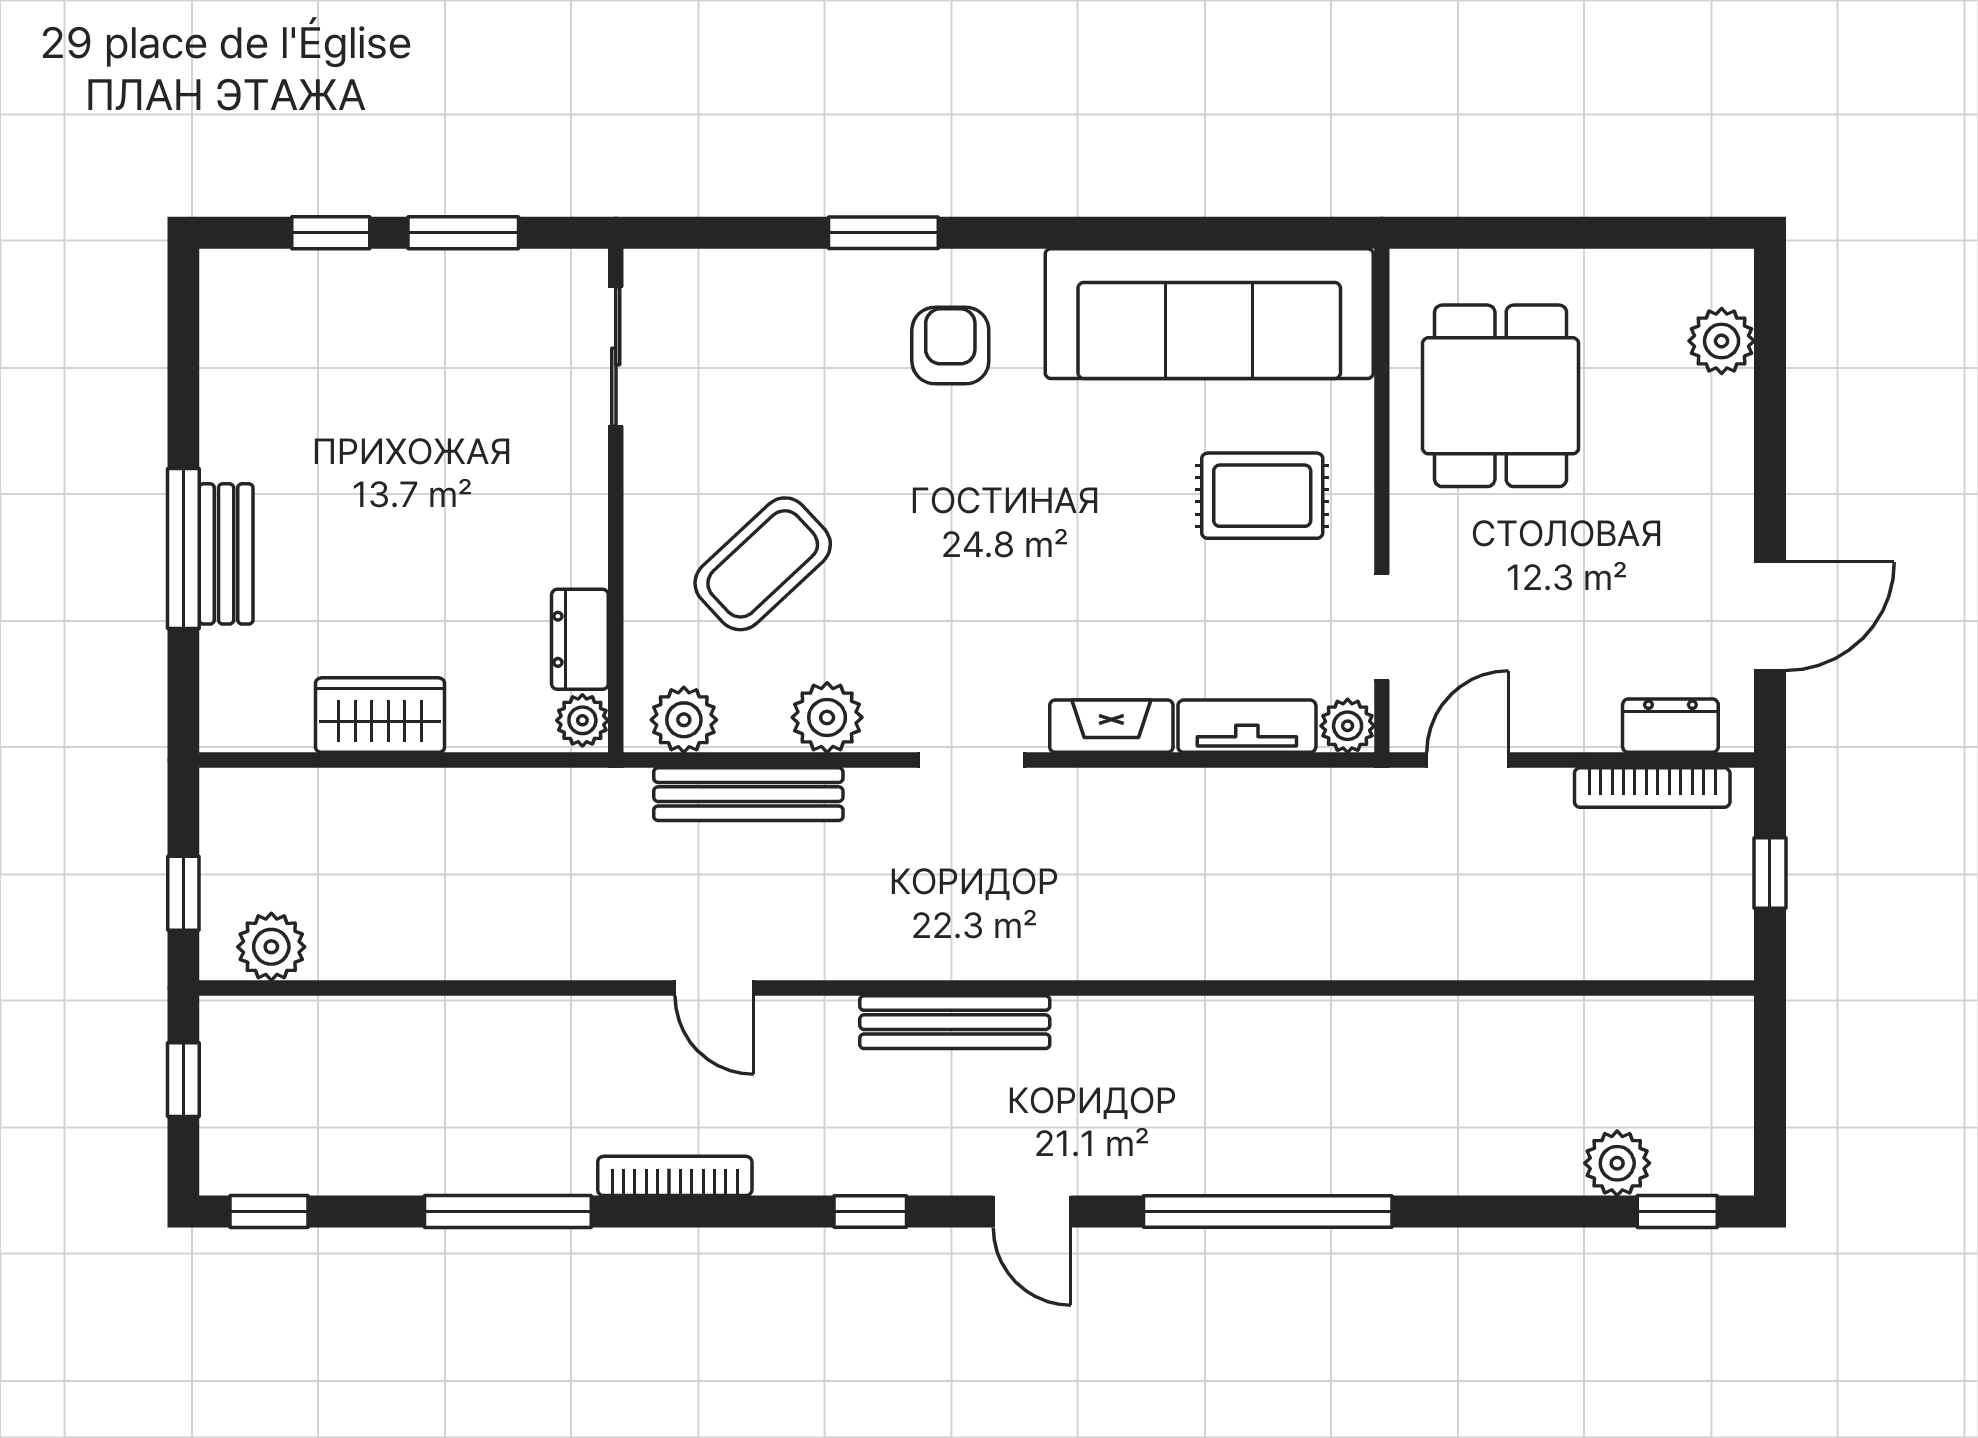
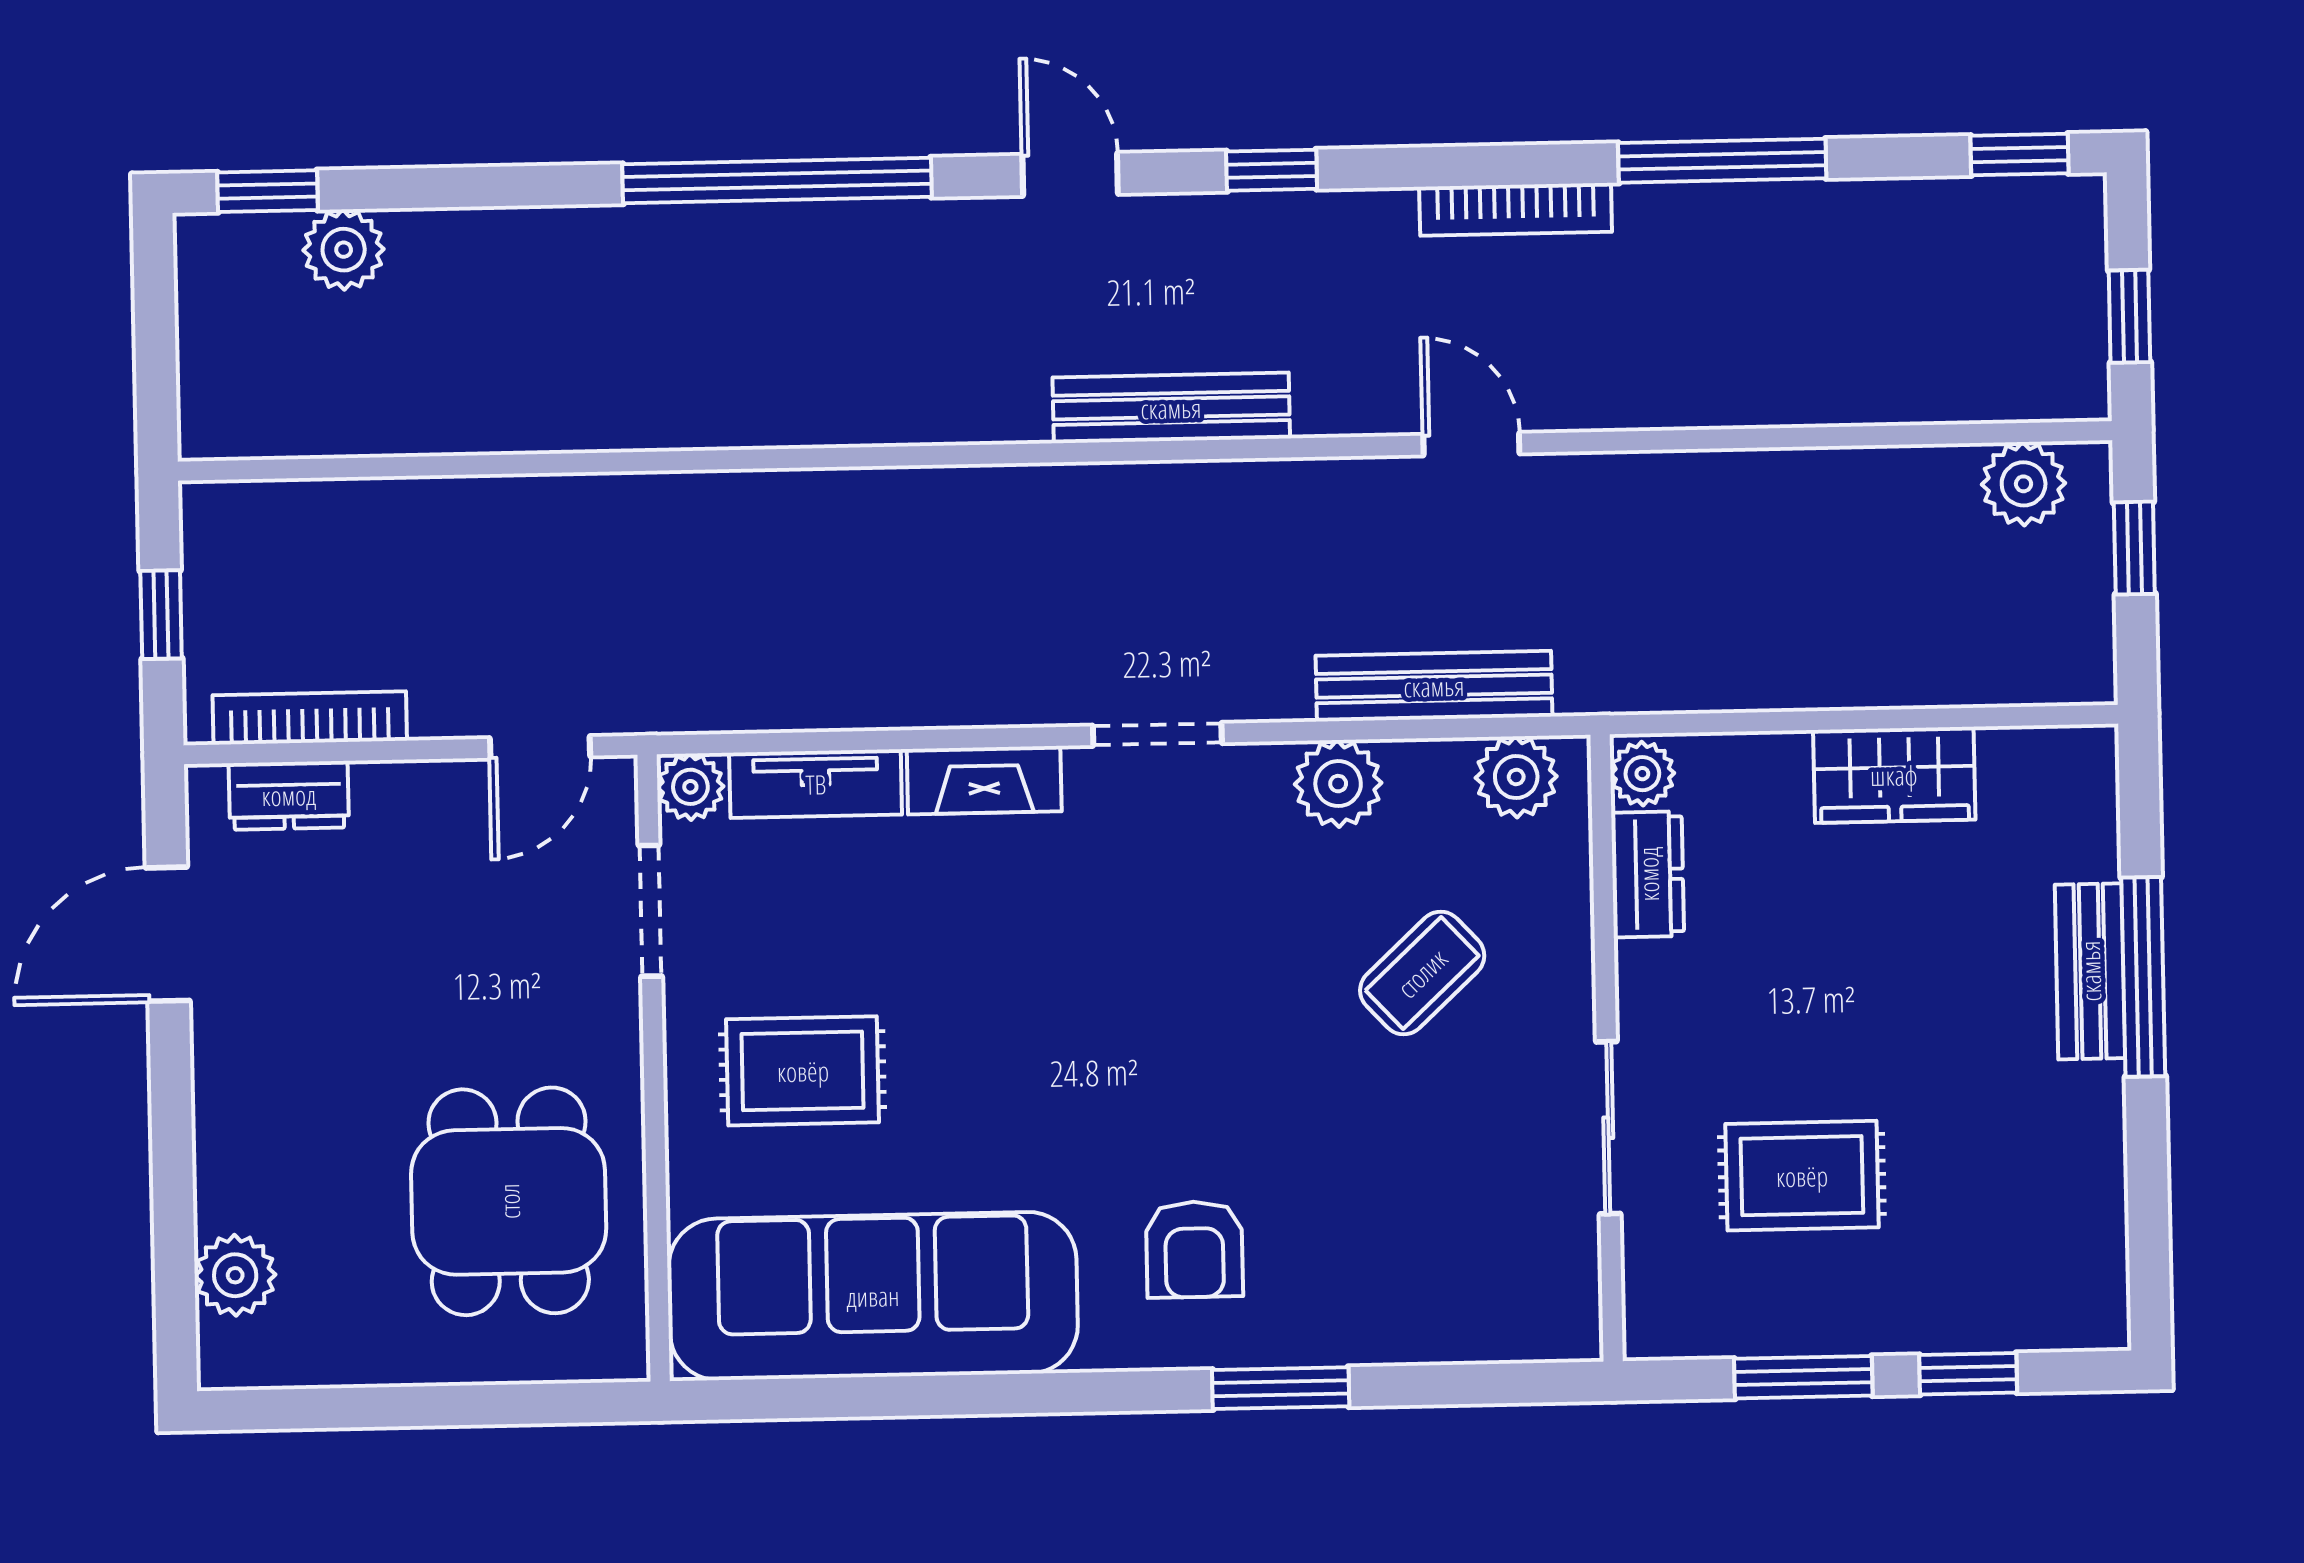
sliding door: (616, 357) -> (1608, 1128), moved
rug: (461, 395) -> (1802, 1176), added
coffee table: (763, 564) -> (1422, 973), width x0.73, depth x0.77

